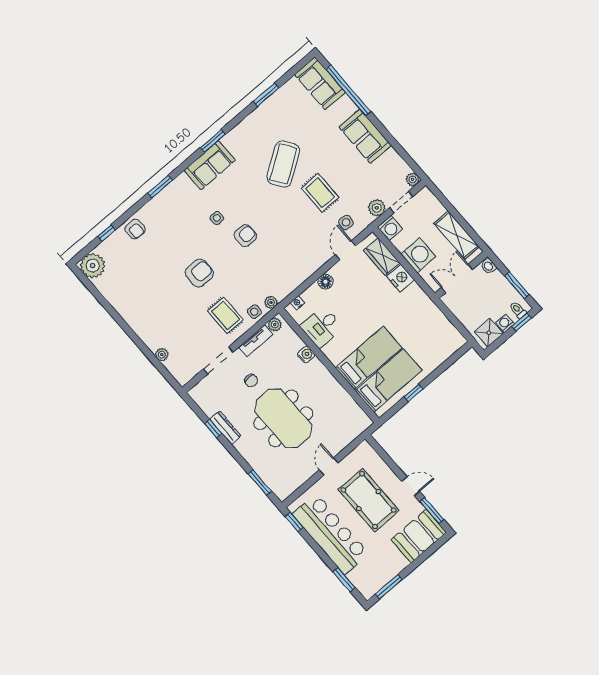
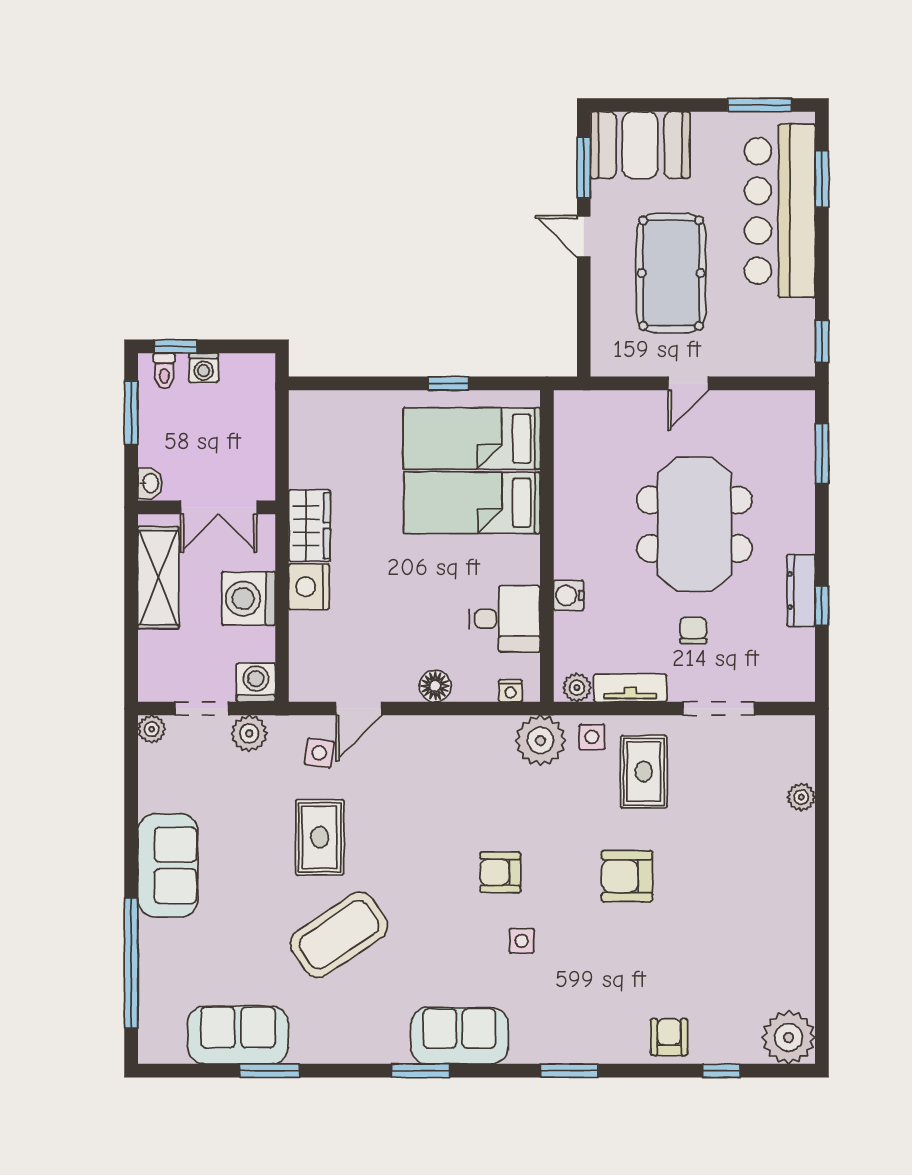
sofa: (320, 83) -> (238, 1035), moved, turned -90
wardrobe: (382, 257) -> (309, 526), moved
plant: (271, 302) -> (541, 740), width x1.87, depth x1.87
shower: (489, 333) -> (243, 375), removed
bar counter: (330, 534) -> (780, 211), moved

